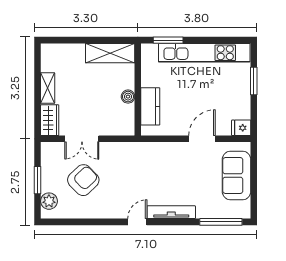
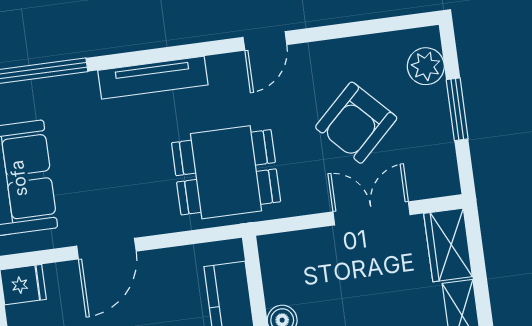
dining table: (144, 166) -> (226, 172), added
door: (137, 222) -> (265, 41), moved

